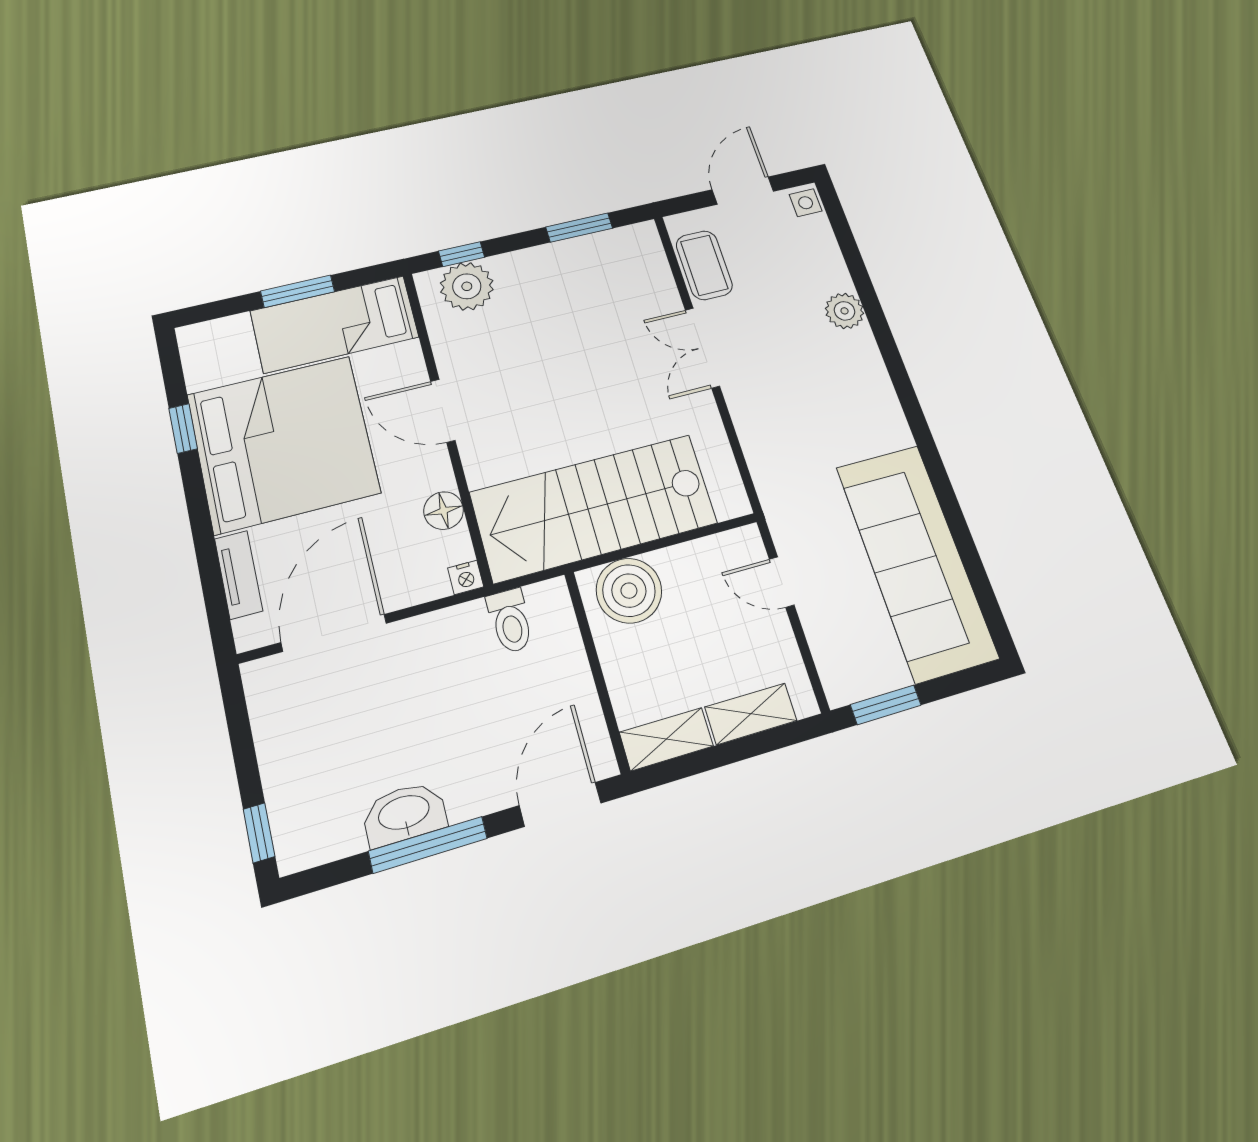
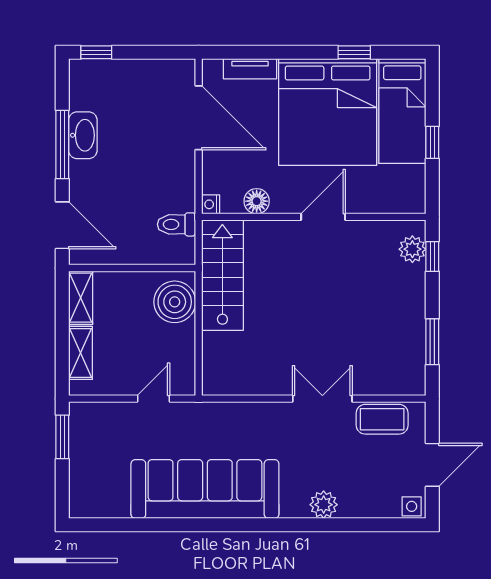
door: (743, 191) -> (432, 465), hinge flipped
plant: (467, 286) -> (412, 249), width x0.73, depth x0.73
window: (298, 291) -> (432, 142), width x0.67
bed: (335, 324) -> (402, 111), moved, turned 180
stairs: (594, 508) -> (222, 275), width x0.73, depth x0.66
sofa: (916, 561) -> (205, 489), moved

